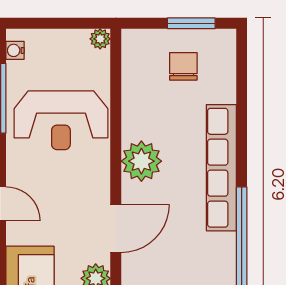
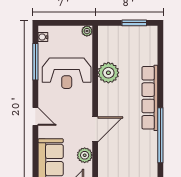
chair: (183, 66) -> (130, 45), removed
plant: (141, 161) -> (108, 73), moved

